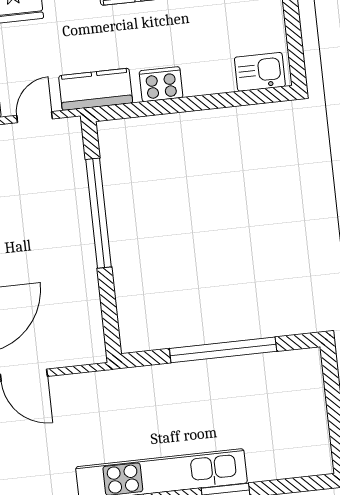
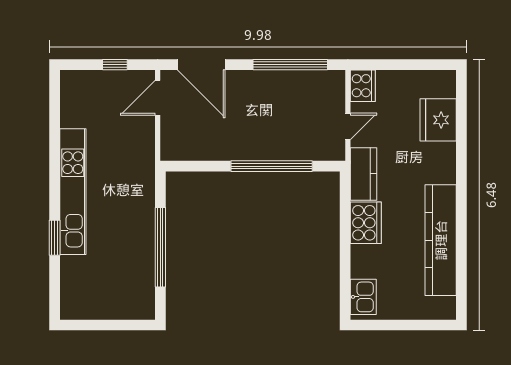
cooker: (161, 84) -> (366, 223), width x1.37, depth x1.31
door: (35, 117) -> (348, 126), hinge flipped

